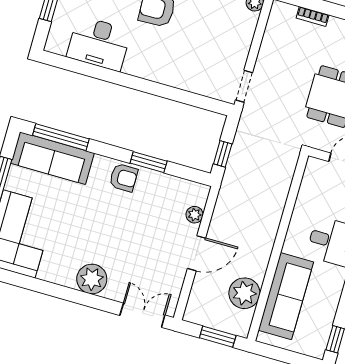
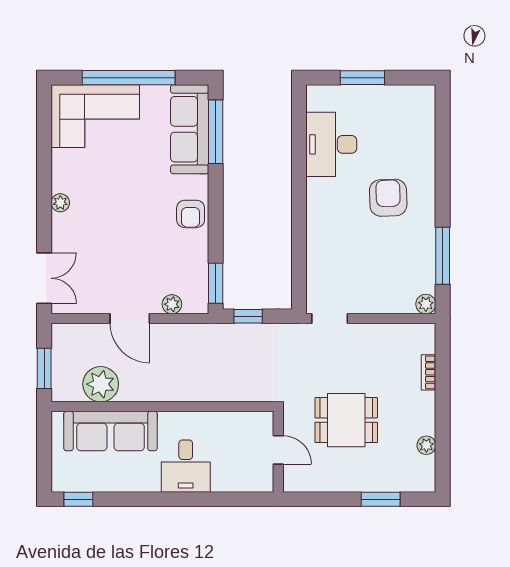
window: (149, 162) -> (216, 283), moved
plant: (92, 279) -> (60, 203), width x0.53, depth x0.53

